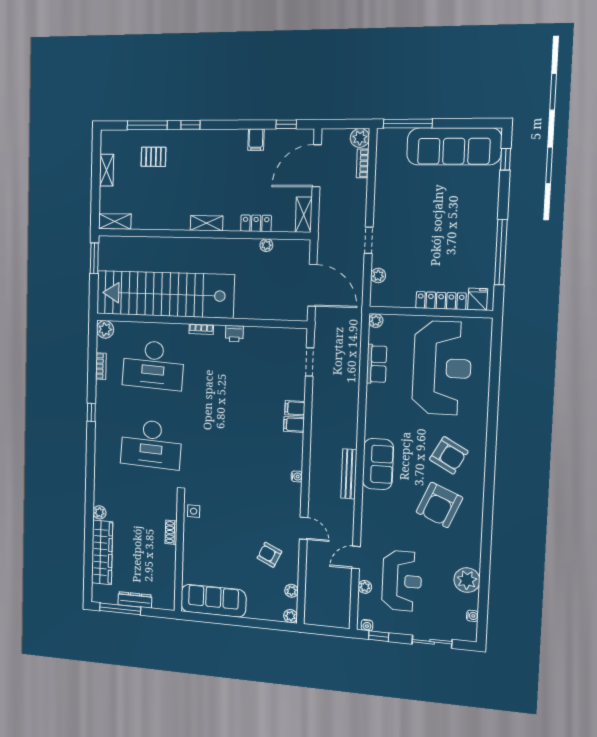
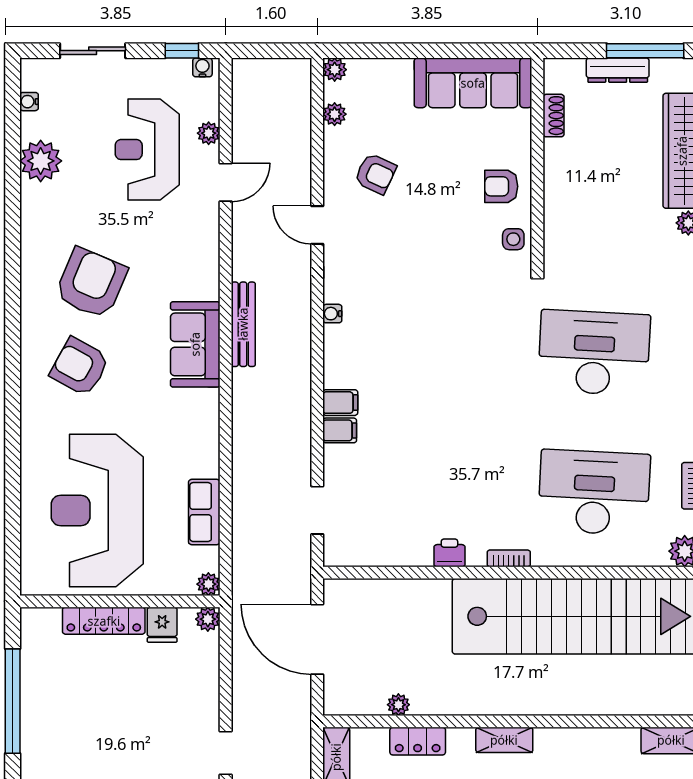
doorway: (369, 240) -> (226, 753), moved
plant: (378, 275) -> (208, 619), moved
fridge: (478, 299) -> (162, 625), moved
shoe rack: (171, 532) -> (554, 116), moved
armchair: (199, 541) -> (501, 186), added

